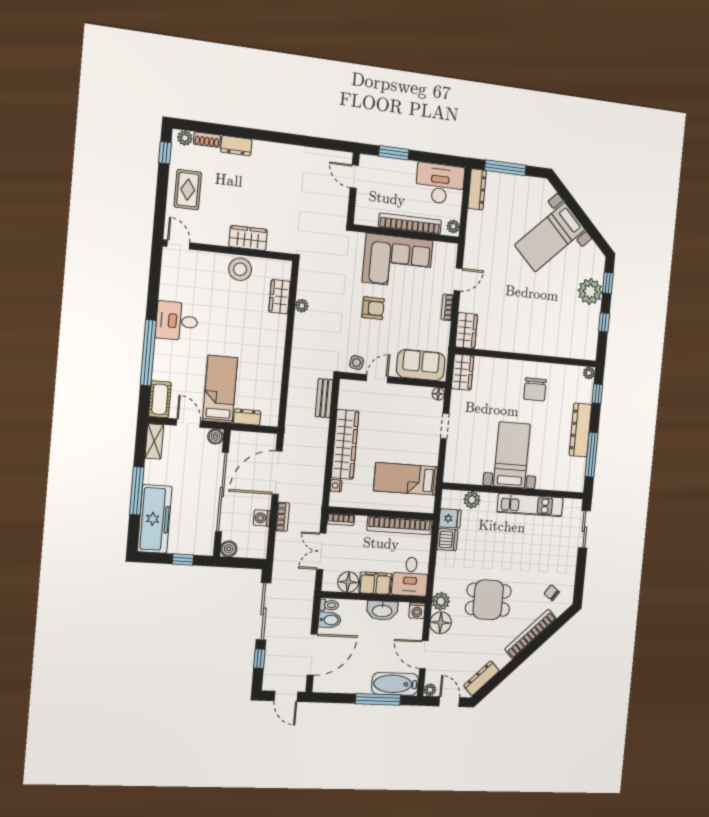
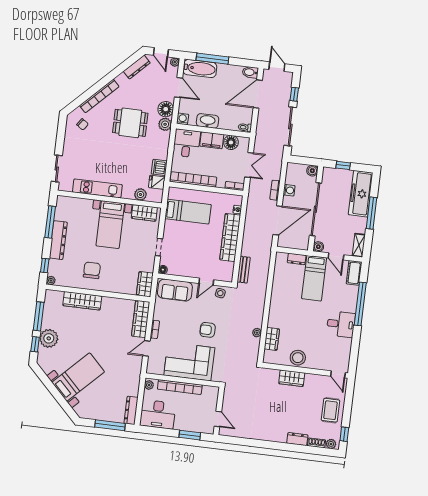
window: (604, 322) -> (39, 316), width x2.17
wardrobe: (466, 331) -> (141, 319), width x1.50
wardrobe: (547, 346) -> (82, 301), added
wardrobe: (466, 474) -> (144, 213), added
bidet: (330, 620) -> (250, 72), moved

